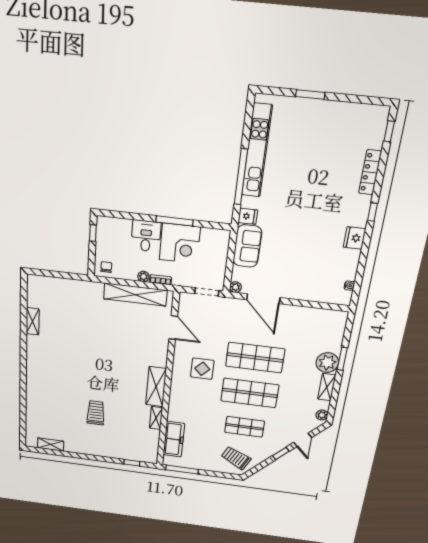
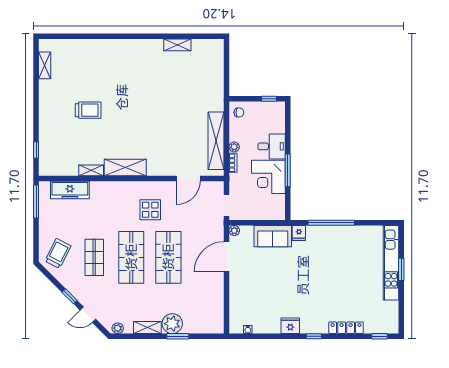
kitchen unit: (257, 151) -> (391, 263), moved, turned 90

